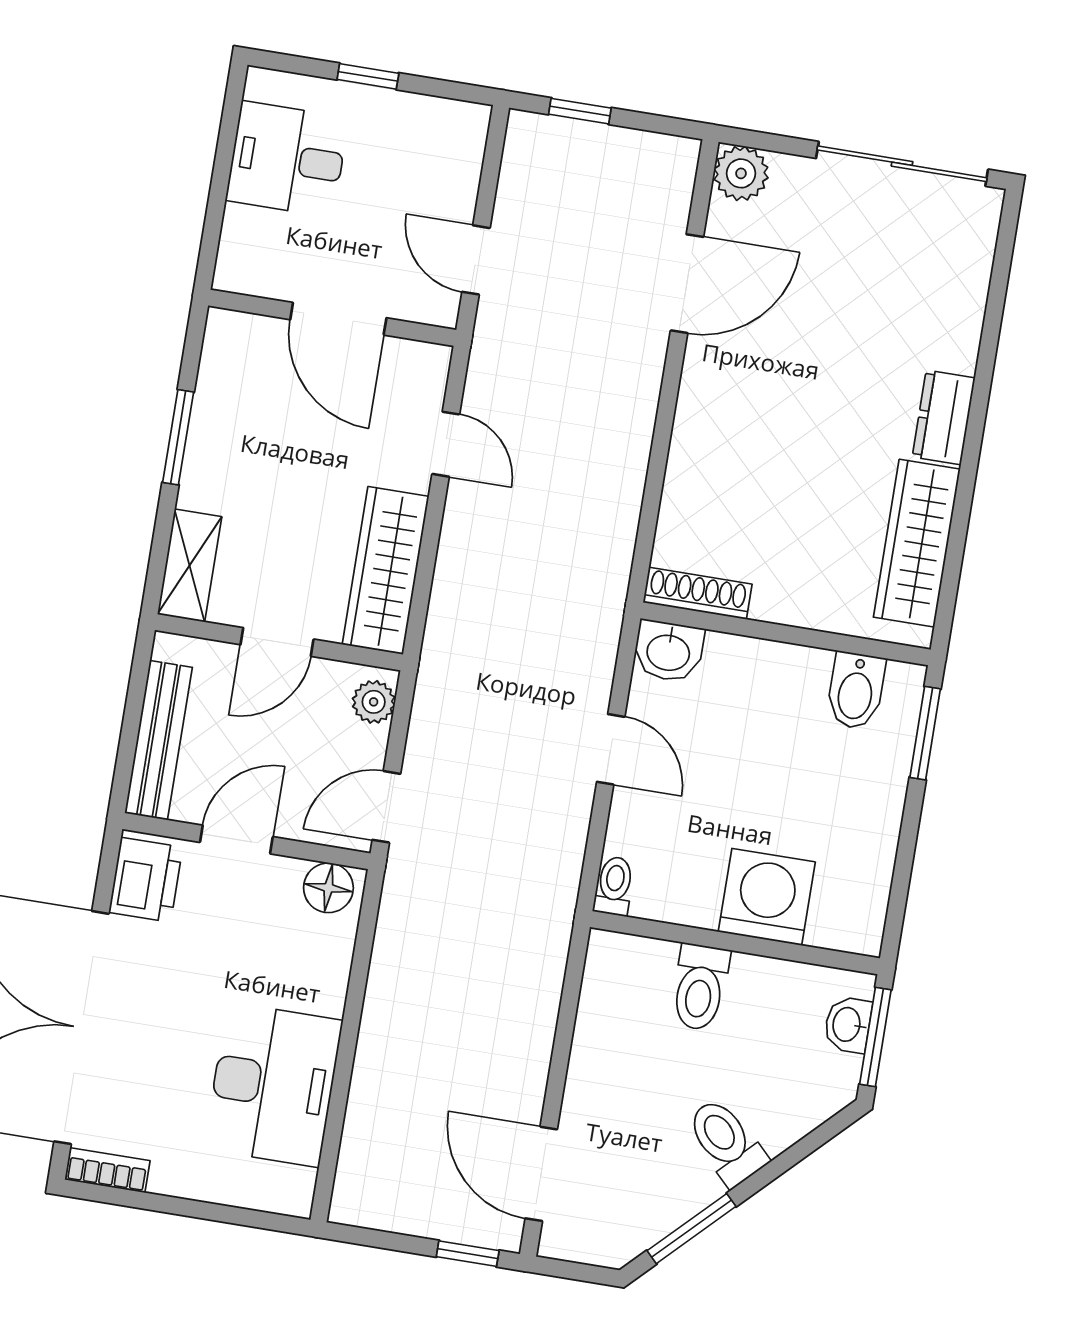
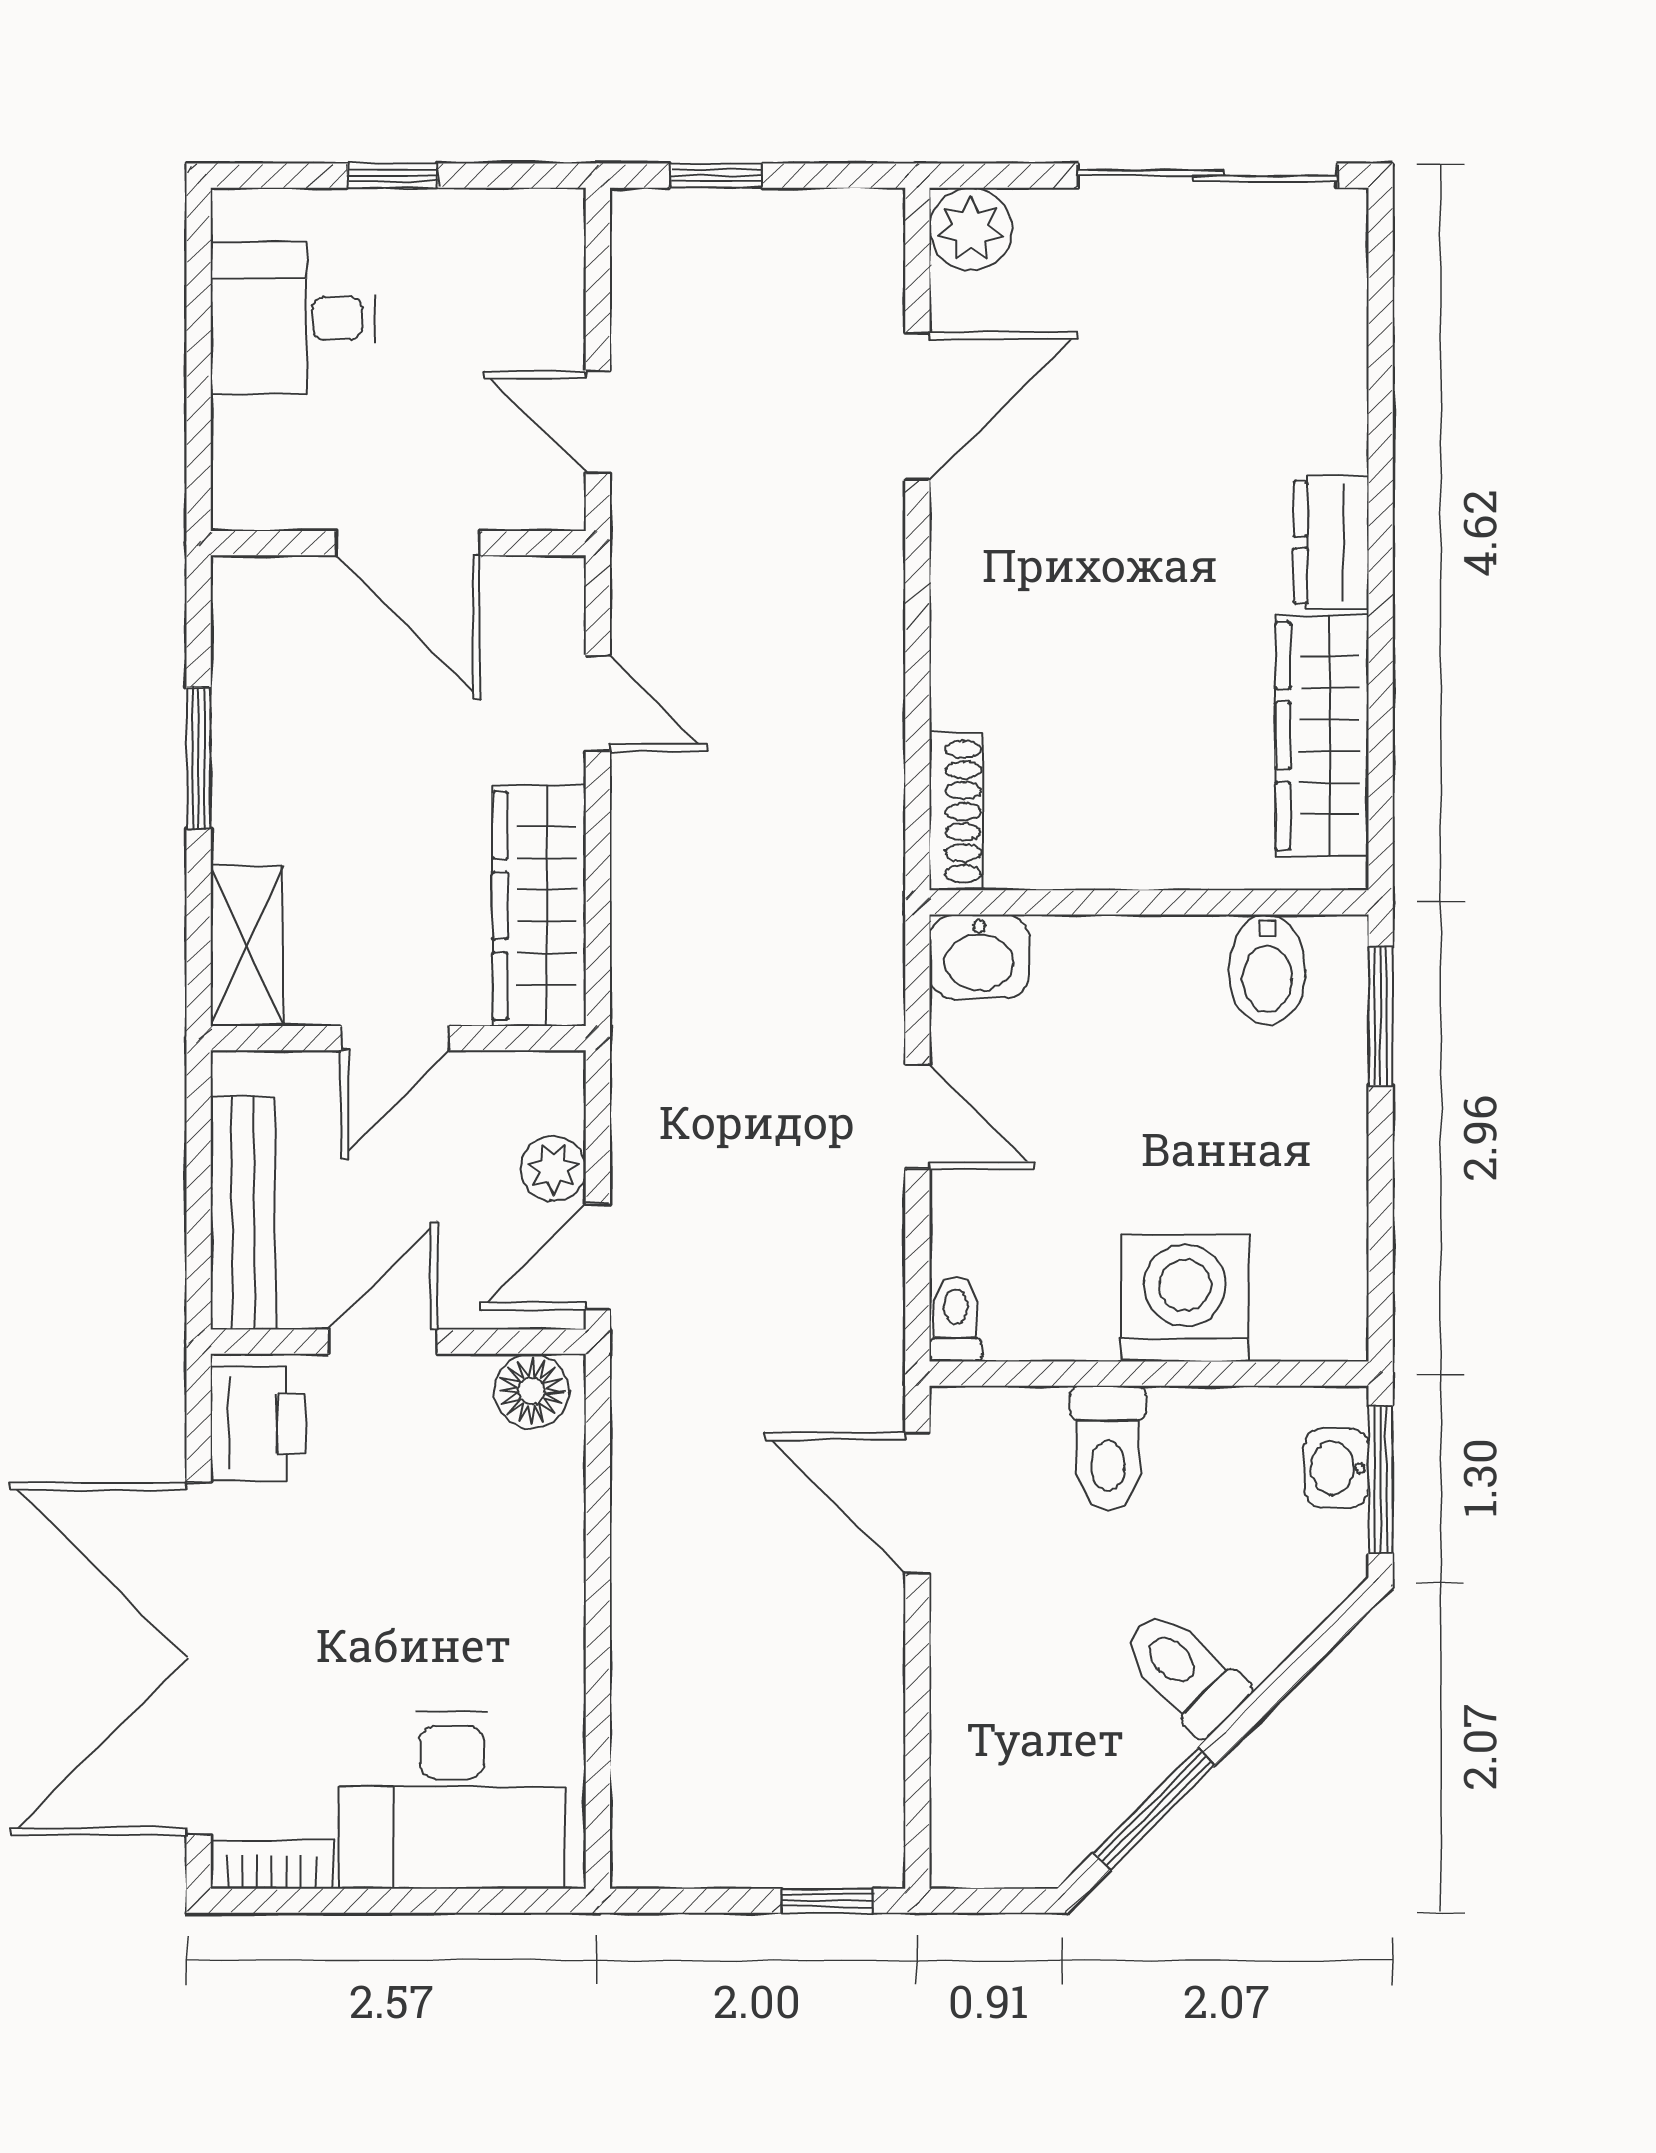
shoe rack: (698, 593) -> (956, 811), moved, turned 90
plant: (374, 702) -> (553, 1169), moved
desk: (273, 1085) -> (452, 1800), moved, turned 90
door: (541, 1174) -> (917, 1503), moved

